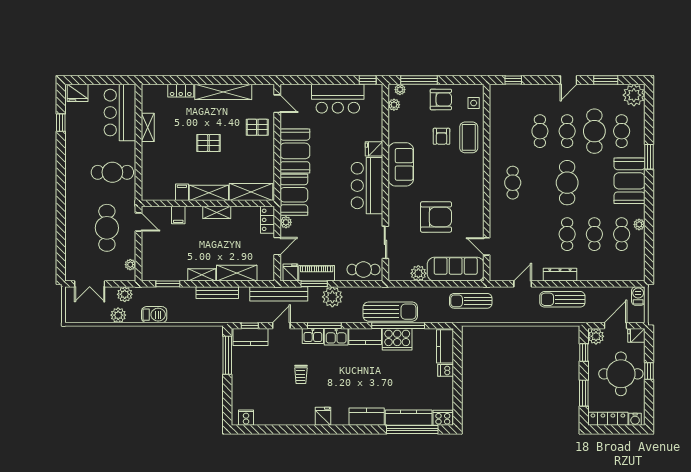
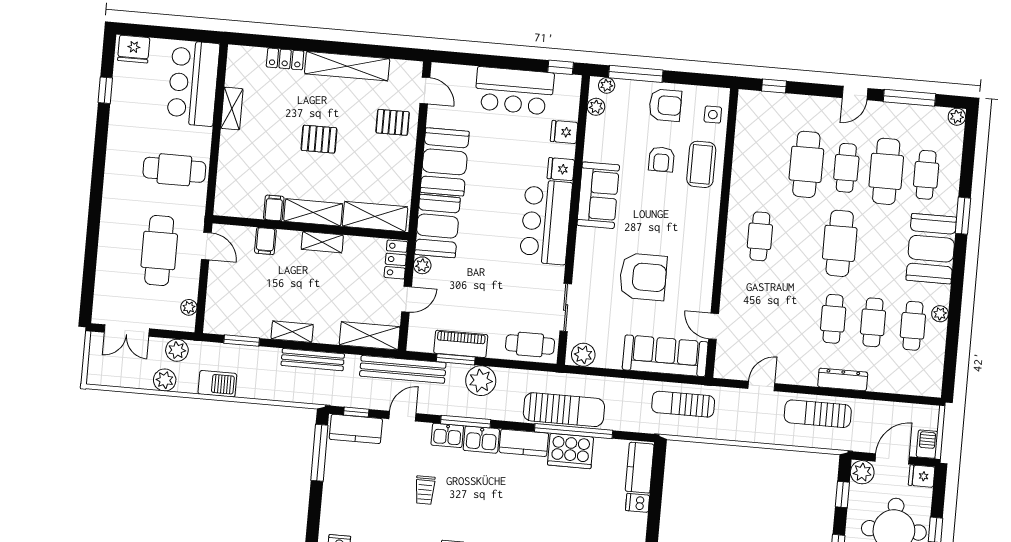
window: (606, 80) -> (909, 98), width x1.44
plant: (634, 95) -> (957, 117), width x0.53, depth x0.53
cafe table: (540, 131) -> (806, 164), width x1.37, depth x1.35
fridge: (290, 272) -> (564, 132), moved, turned -90
shelving: (237, 273) -> (370, 336), moved
plant: (418, 273) -> (583, 355), moved
dresser: (560, 275) -> (843, 379), moved
barbecue: (638, 296) -> (927, 444), moved

